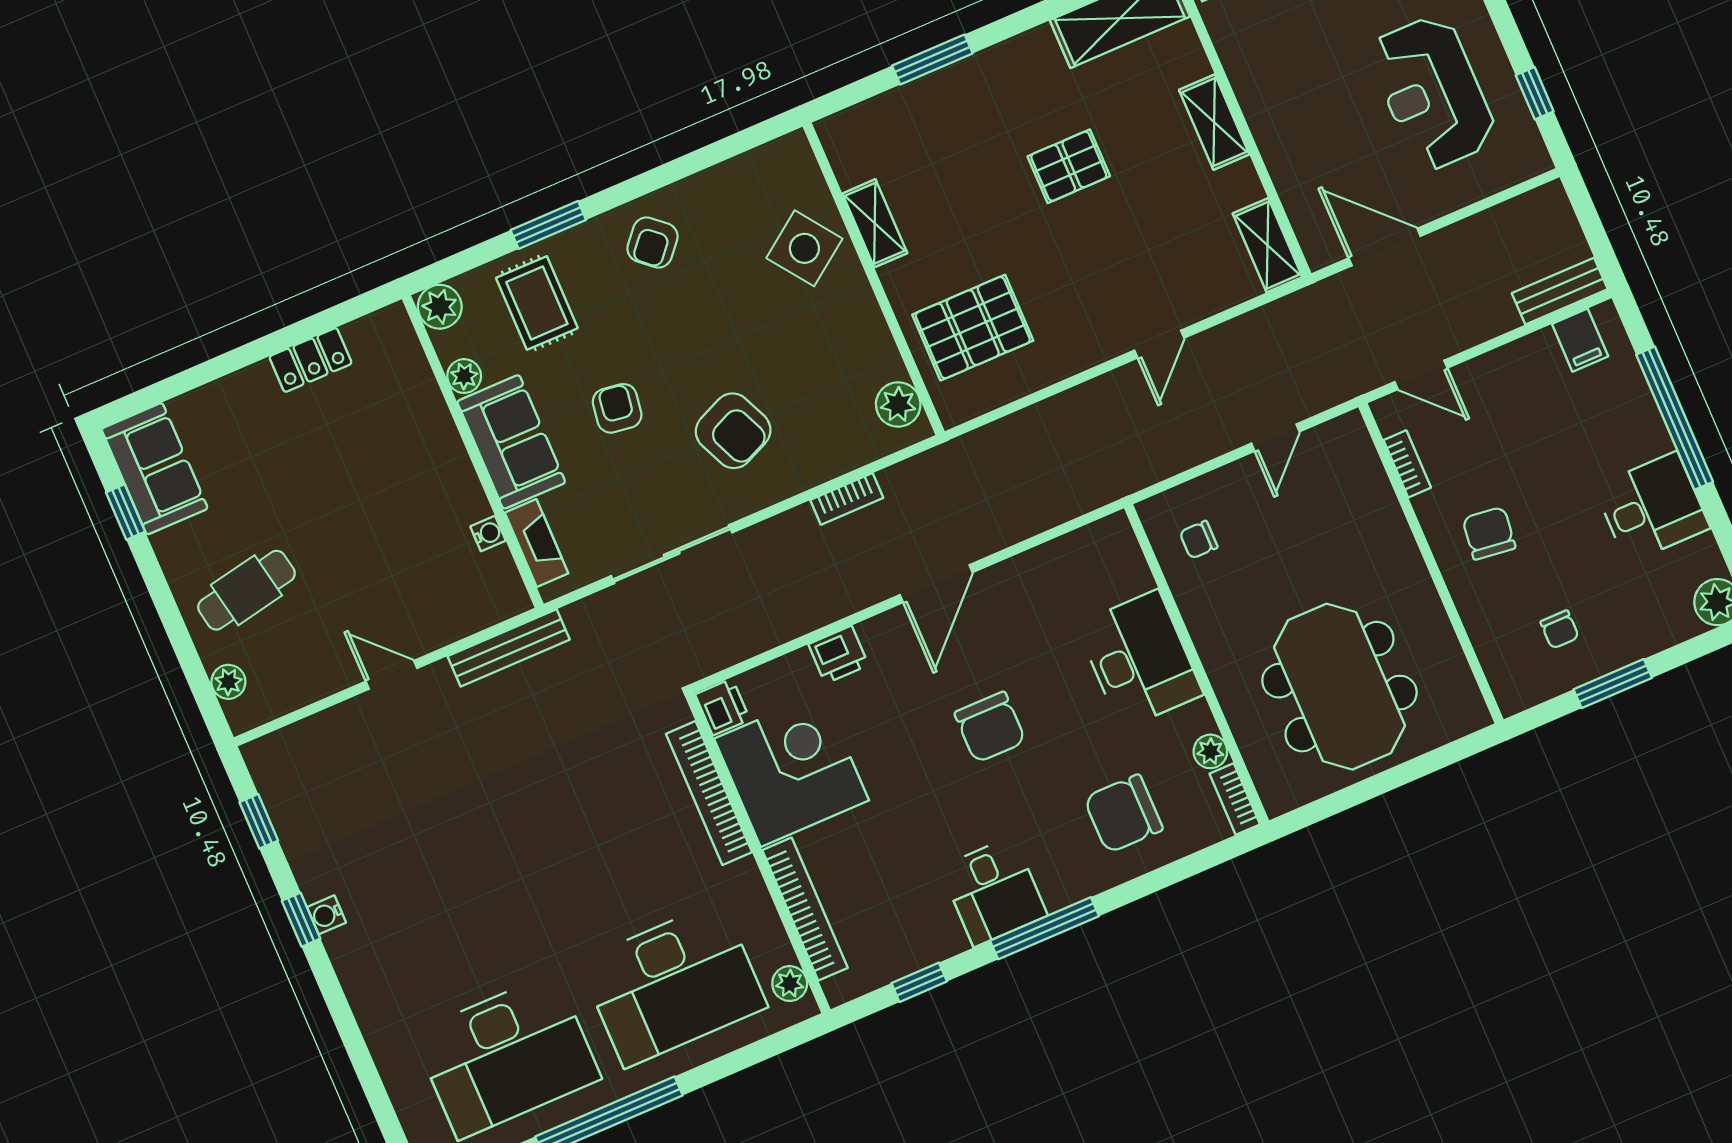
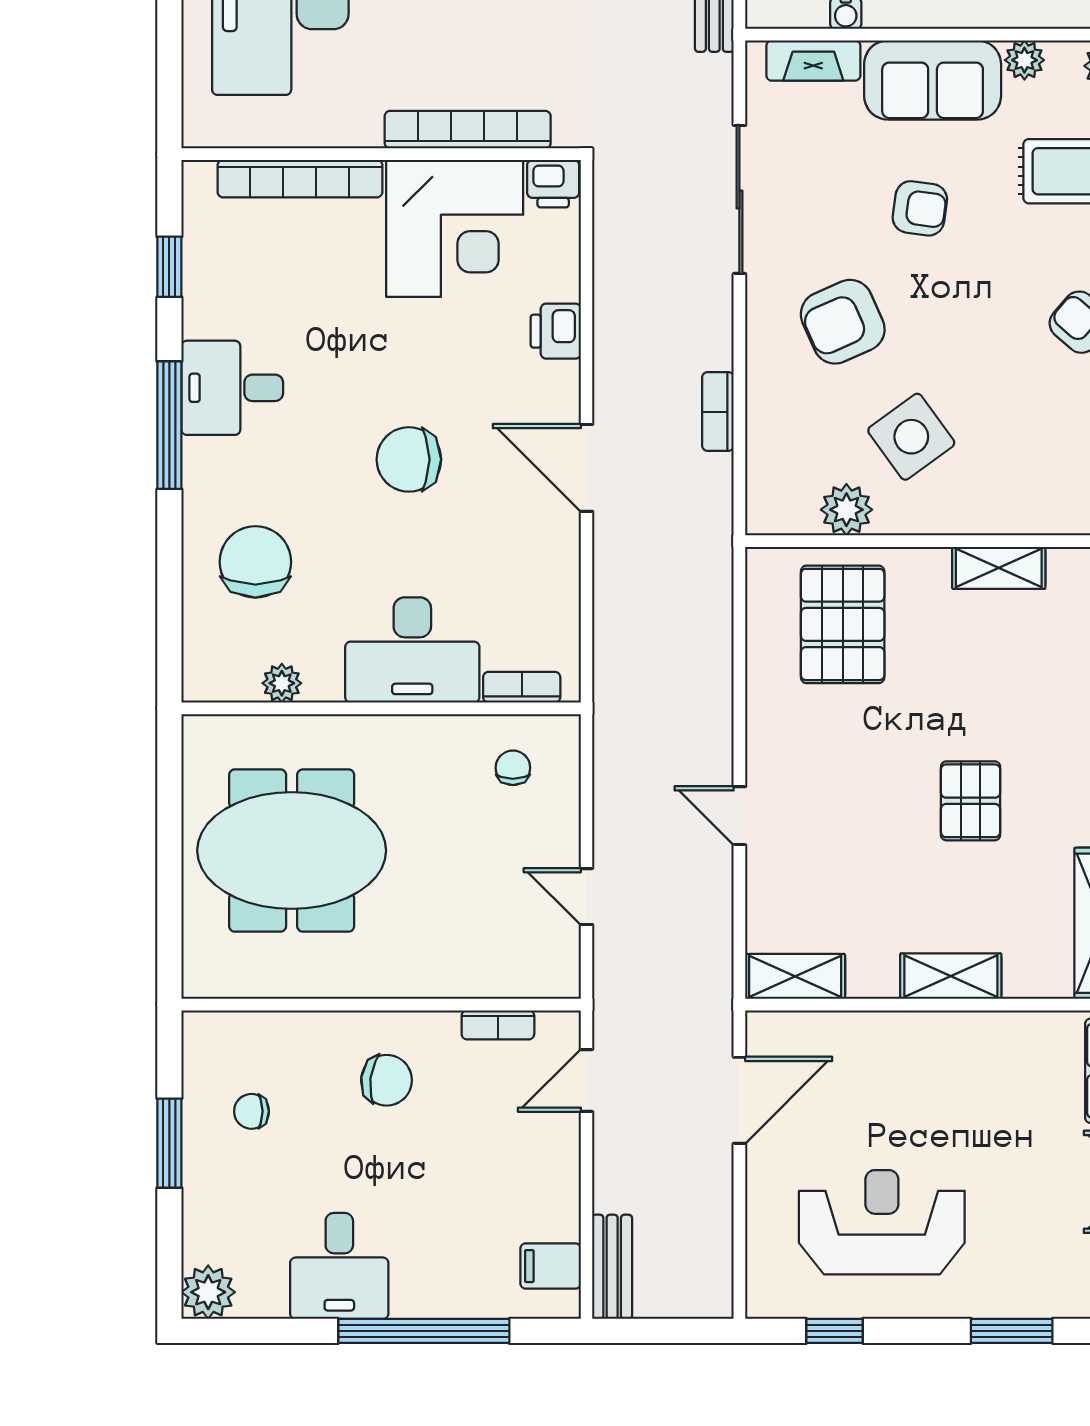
side table: (804, 248) -> (911, 437), moved
plant: (898, 404) -> (846, 510), moved
bookcase: (1235, 799) -> (522, 687), moved
plant: (790, 984) -> (228, 128), removed

